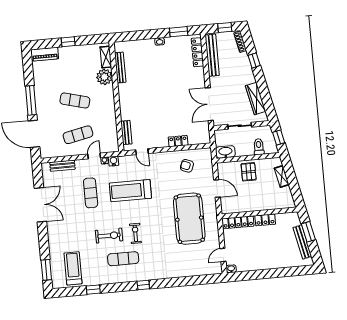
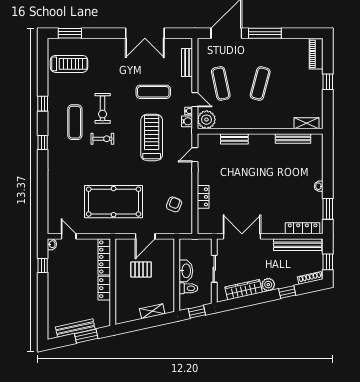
plant: (104, 77) -> (207, 120), moved
plant: (249, 78) -> (268, 285), added
bench: (126, 133) -> (234, 139), moved
washbasin: (225, 152) -> (186, 271), moved
pallet: (249, 172) -> (141, 269), moved
window: (250, 275) -> (43, 265), added
window: (93, 290) -> (43, 104), moved

